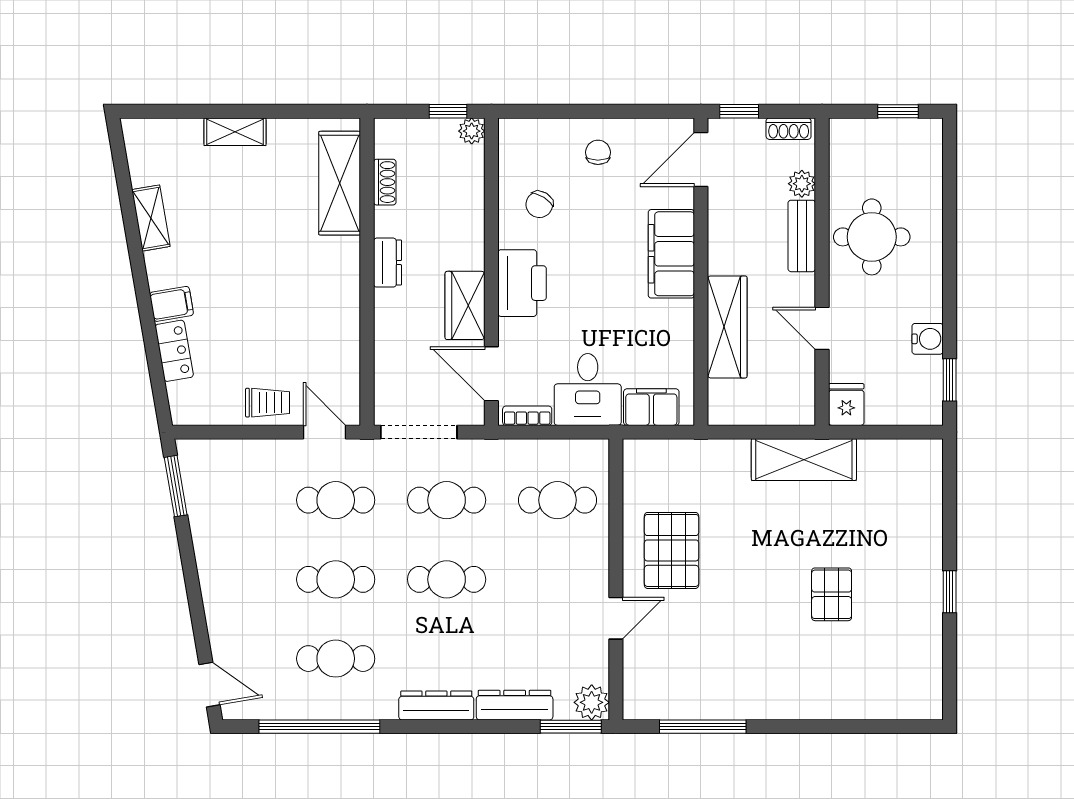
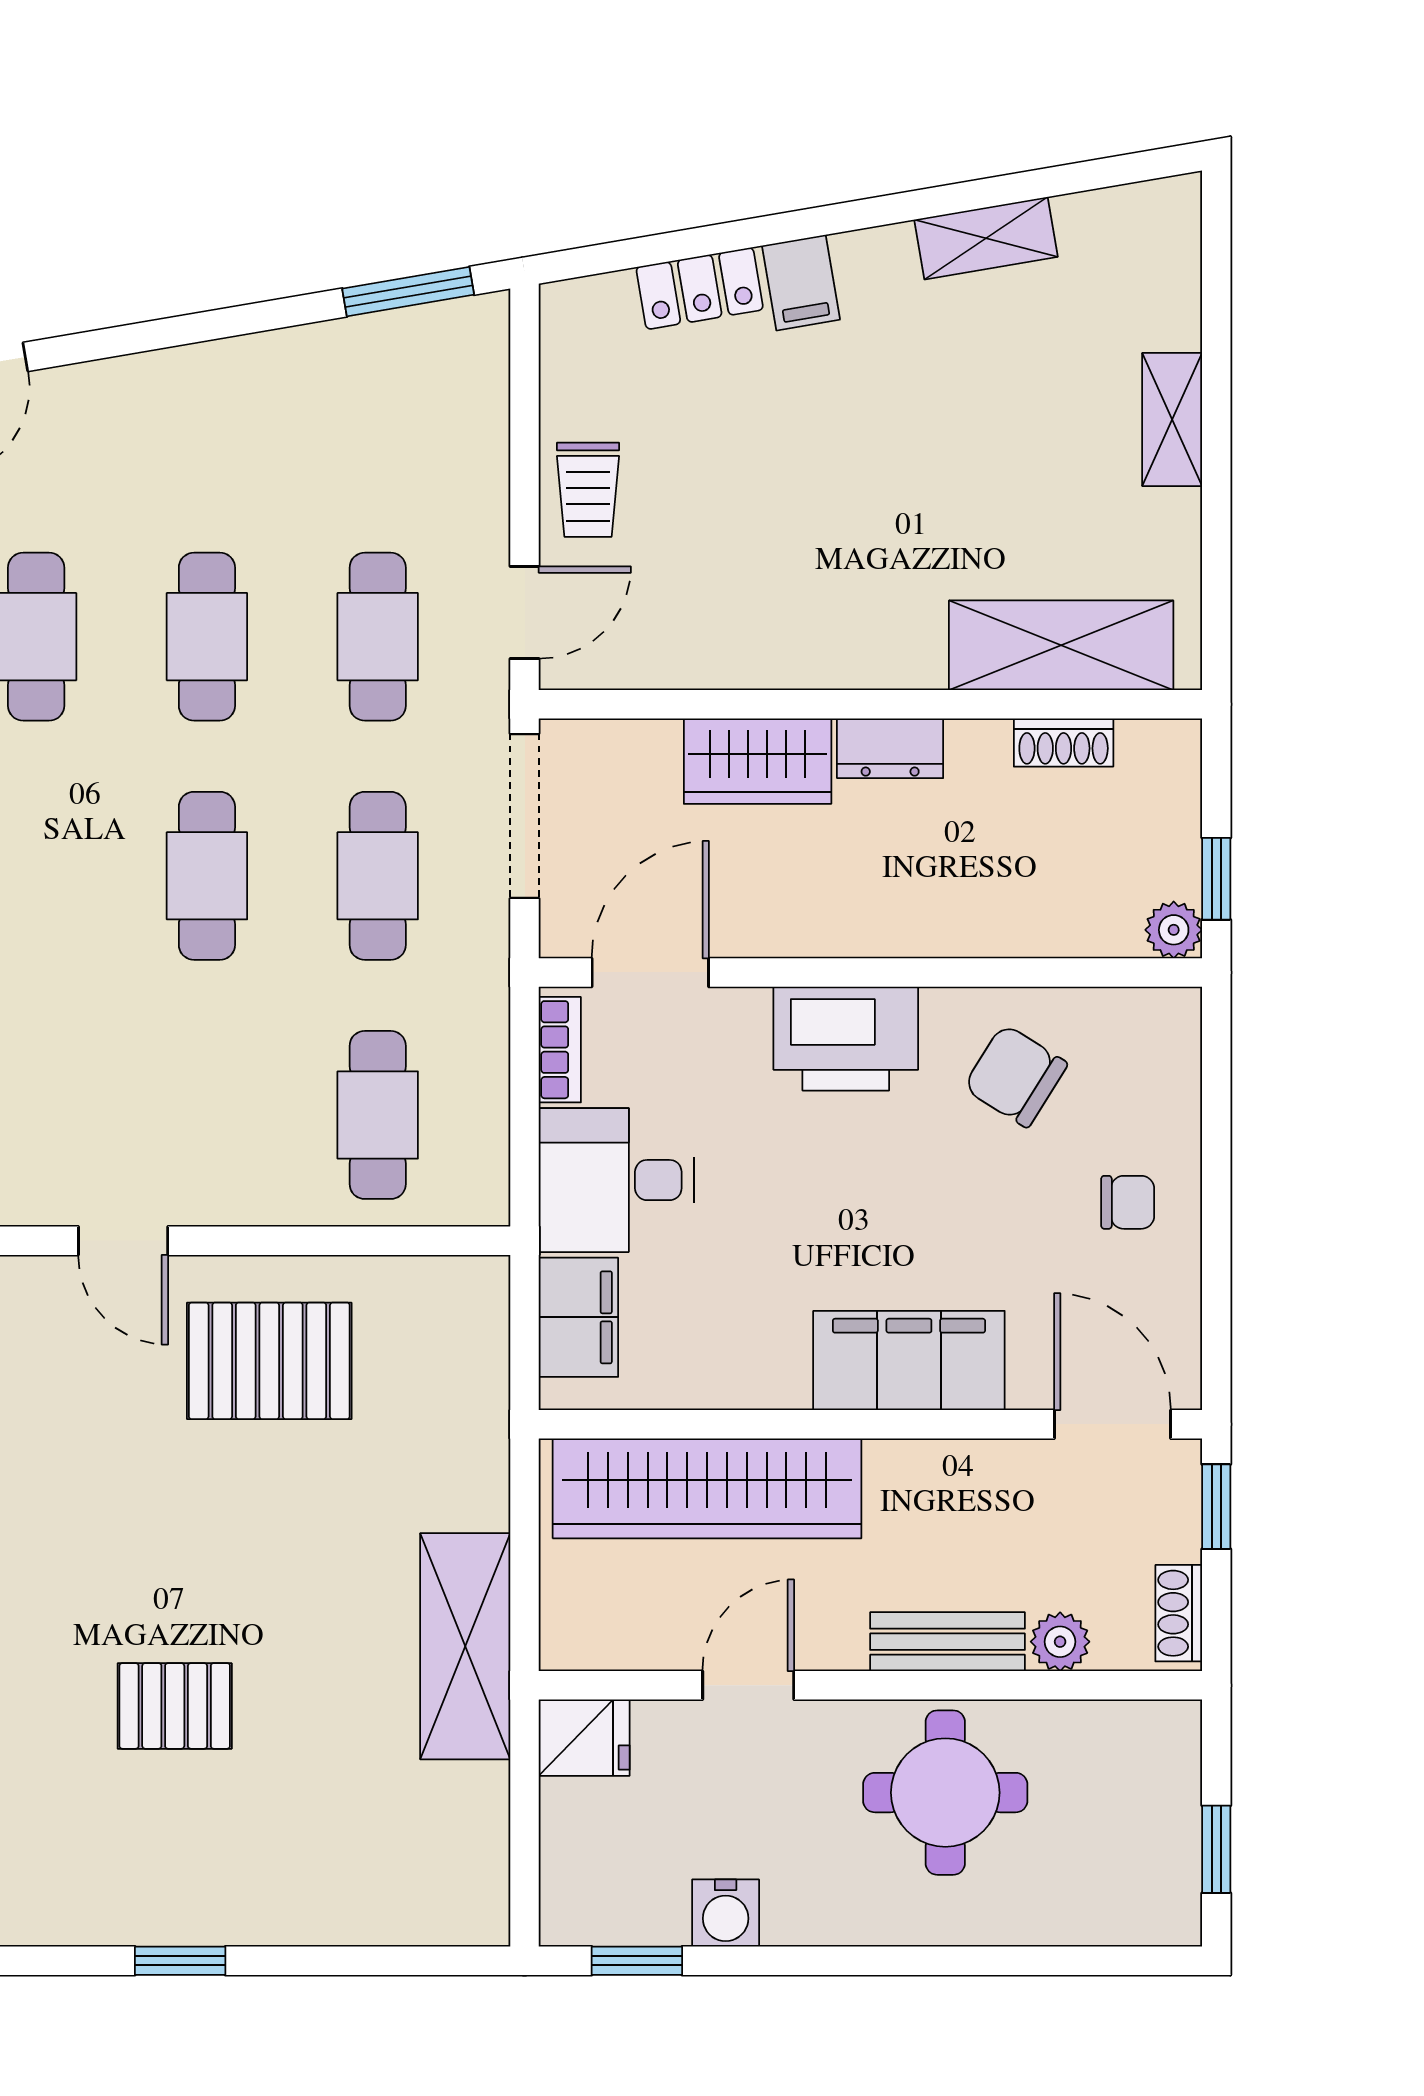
chair: (539, 204) -> (1015, 1076), width x1.37, depth x1.37
wardrobe: (465, 305) -> (758, 761), moved, turned 180
wardrobe: (727, 327) -> (707, 1488), width x1.40, depth x1.17

